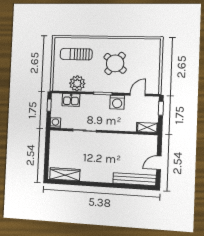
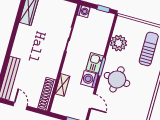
round table: (115, 63) -> (117, 79), moved, turned -32
kitchen sink: (71, 100) -> (95, 63), moved
shelving: (147, 127) -> (62, 85), moved
shoe rack: (141, 139) -> (47, 94), added

